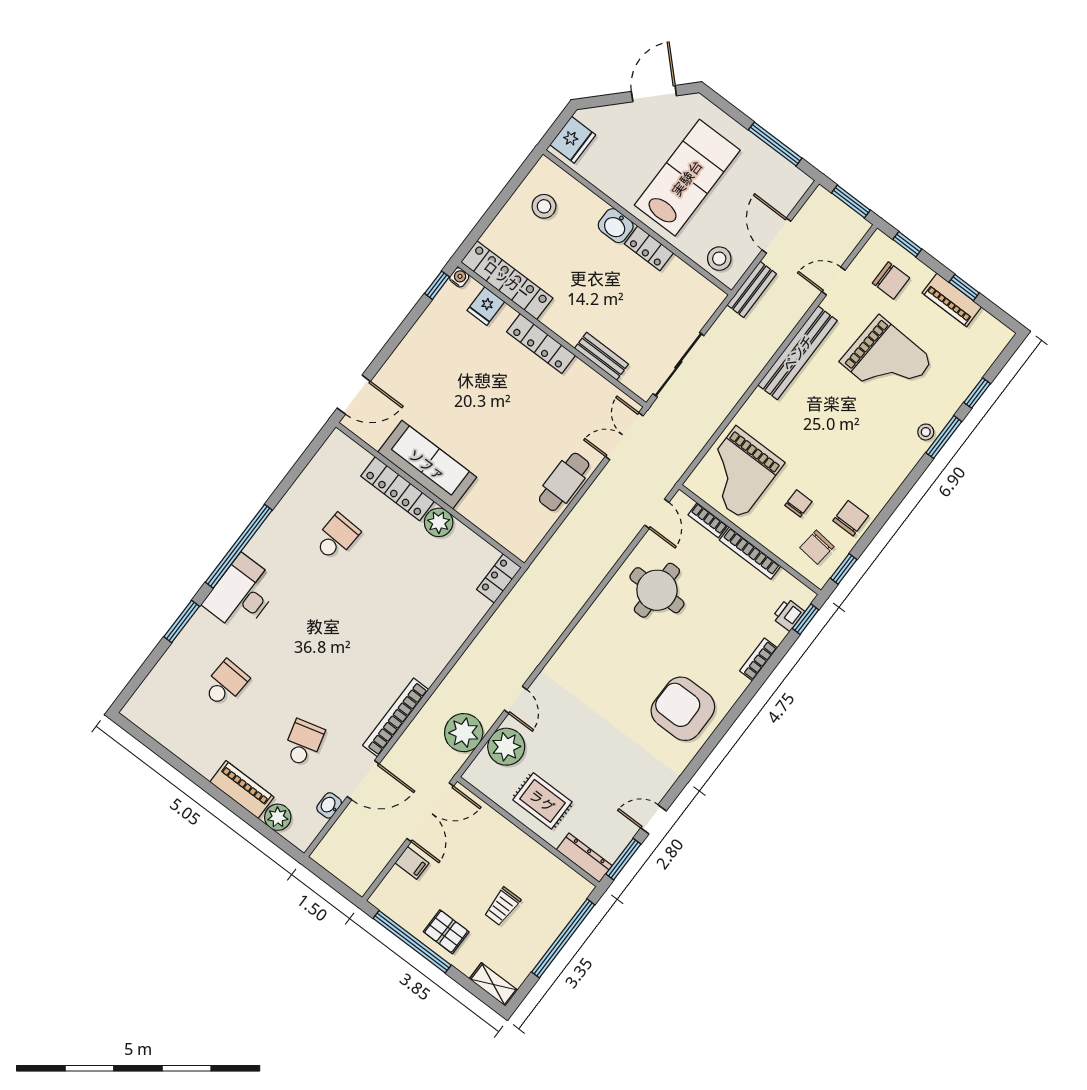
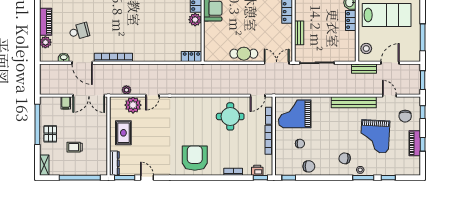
chair: (817, 547) -> (345, 158), moved
plant: (464, 733) -> (126, 90), width x0.53, depth x0.53

